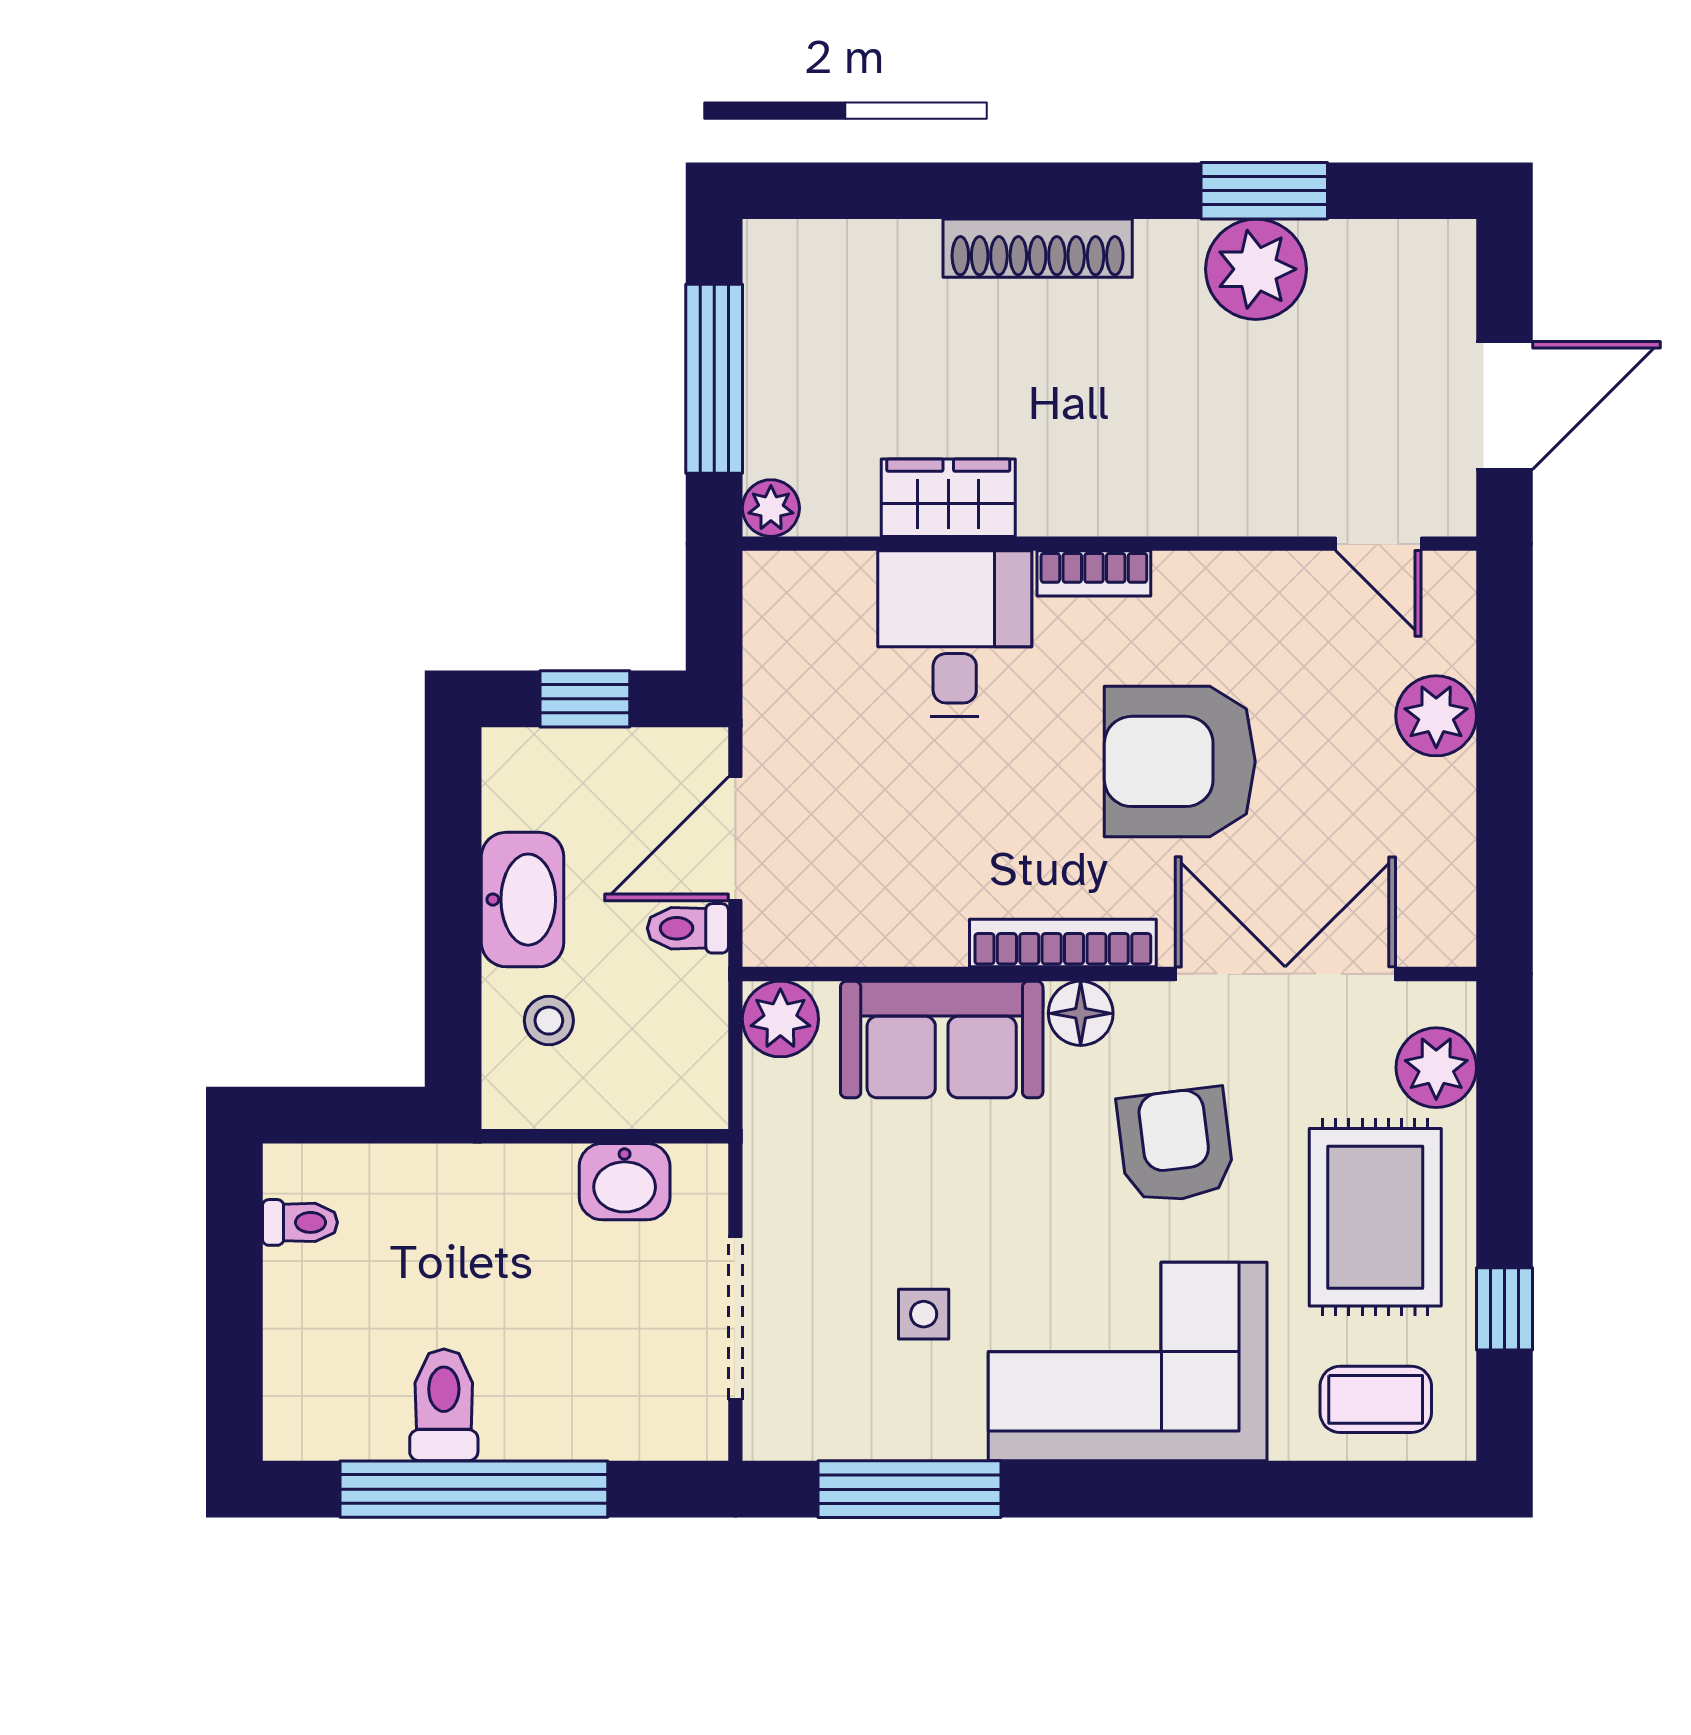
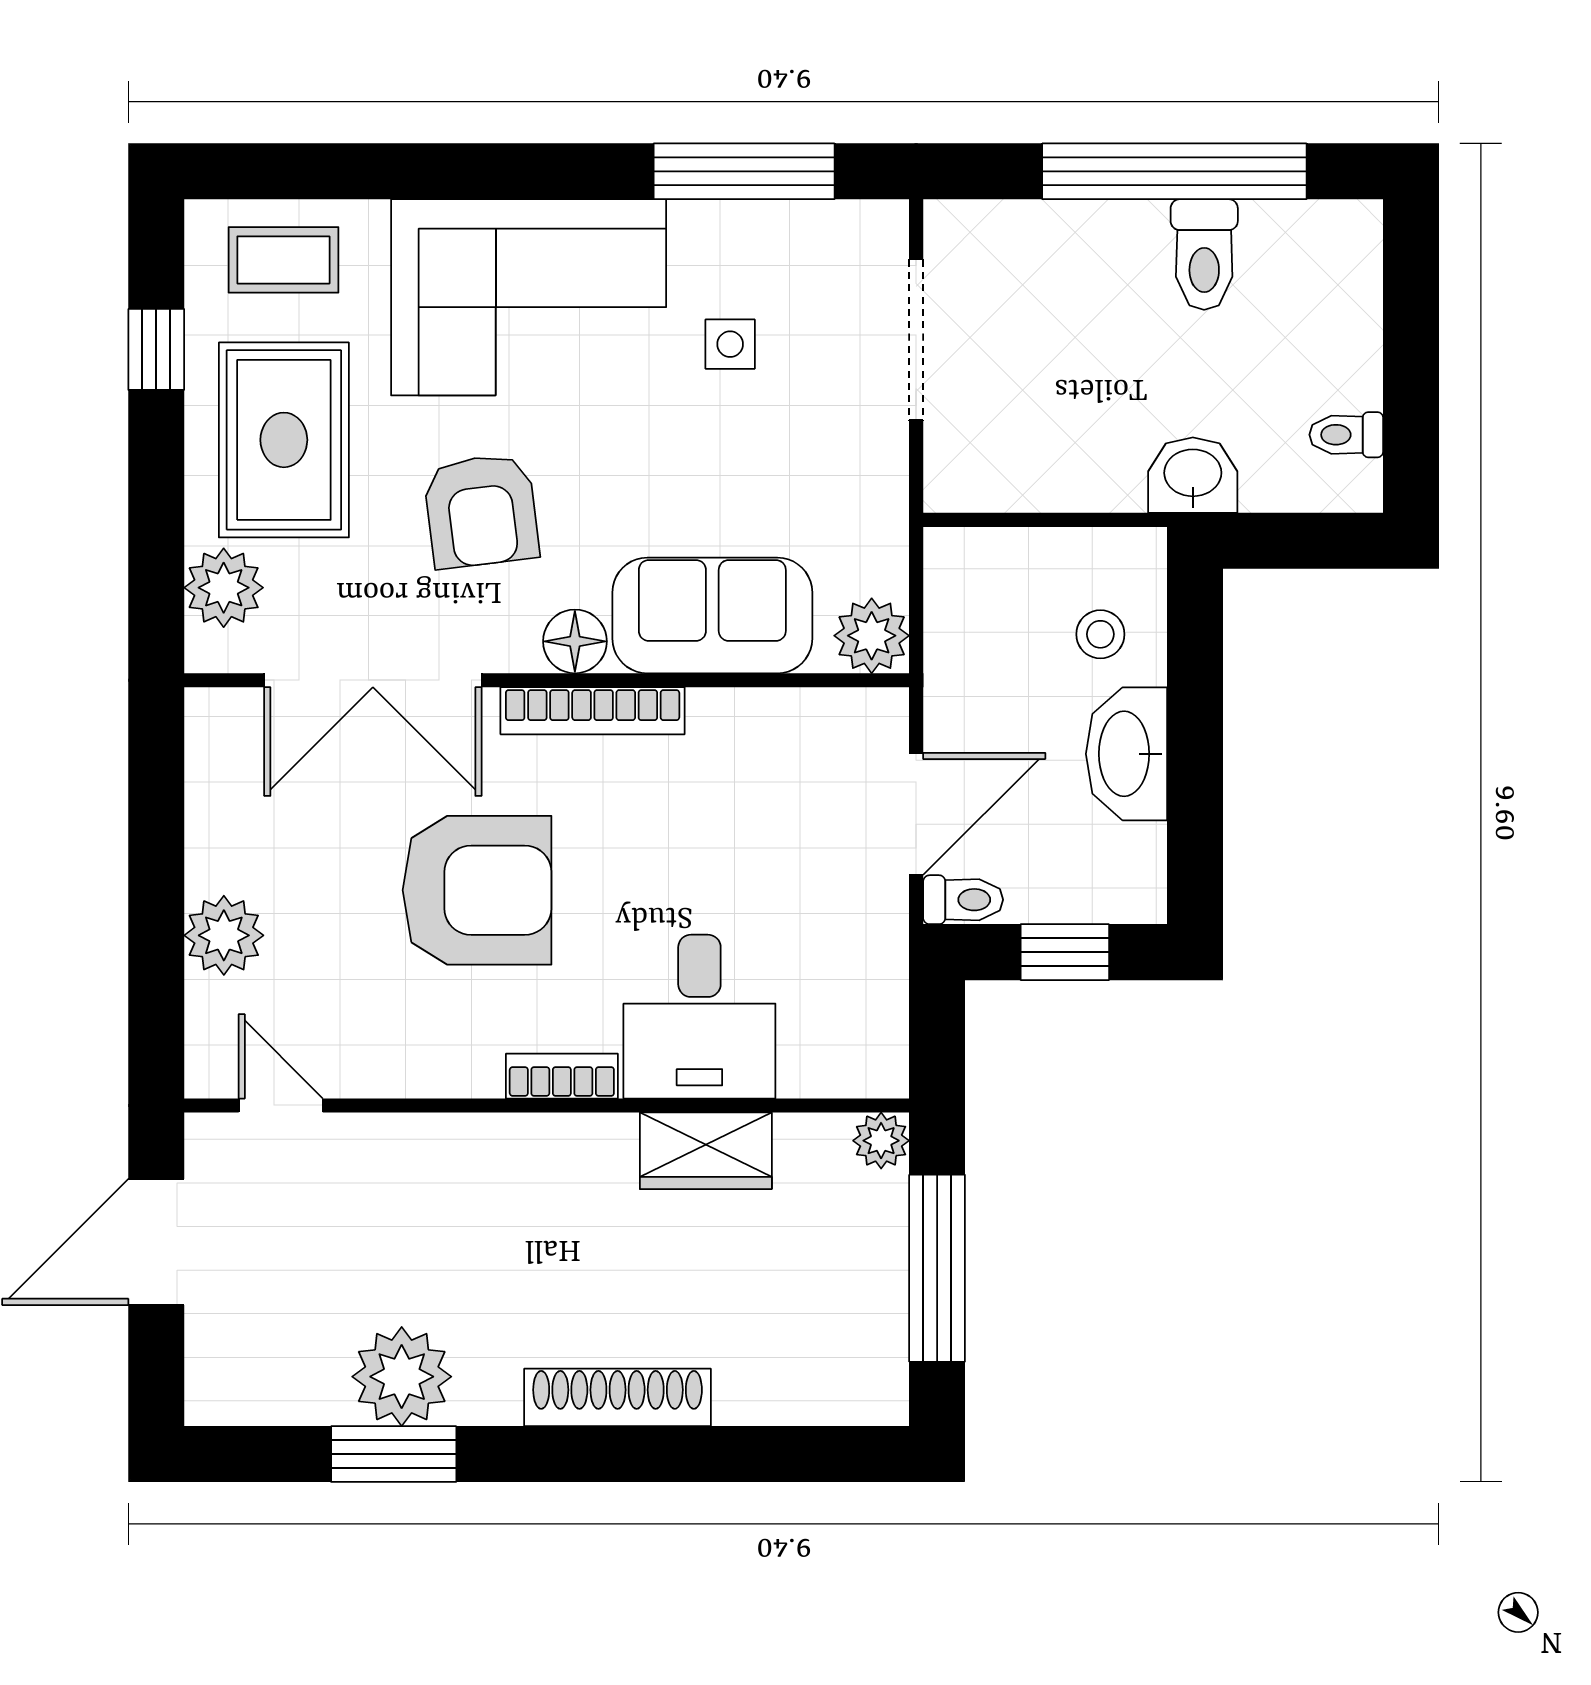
toilet: (688, 928) -> (963, 900), moved
washbasin: (625, 1182) -> (1193, 475), moved

